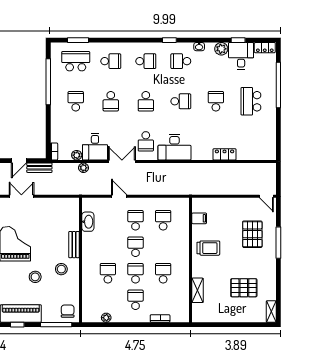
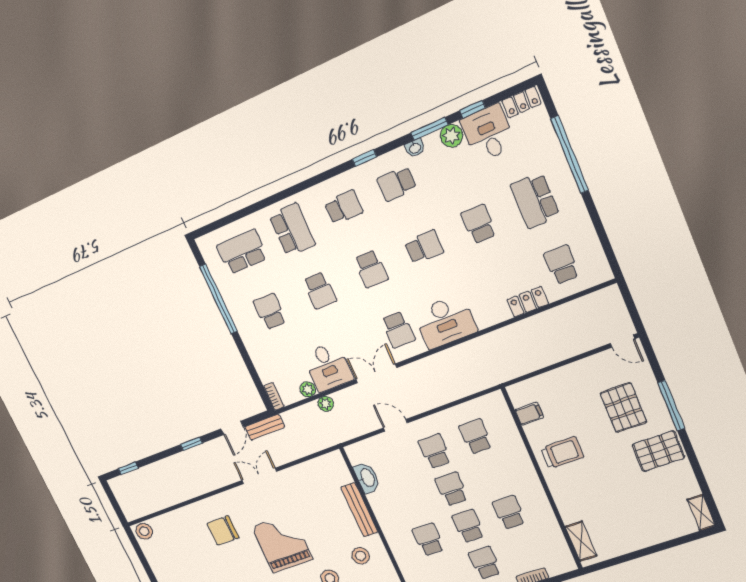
window: (78, 40) -> (429, 129), moved
school desk: (111, 61) -> (292, 230), width x1.85
school desk: (251, 141) -> (562, 265), added
bench: (74, 245) -> (359, 510), width x1.36
pallet: (244, 288) -> (658, 451), moved
shelving: (198, 290) -> (581, 541), moved

